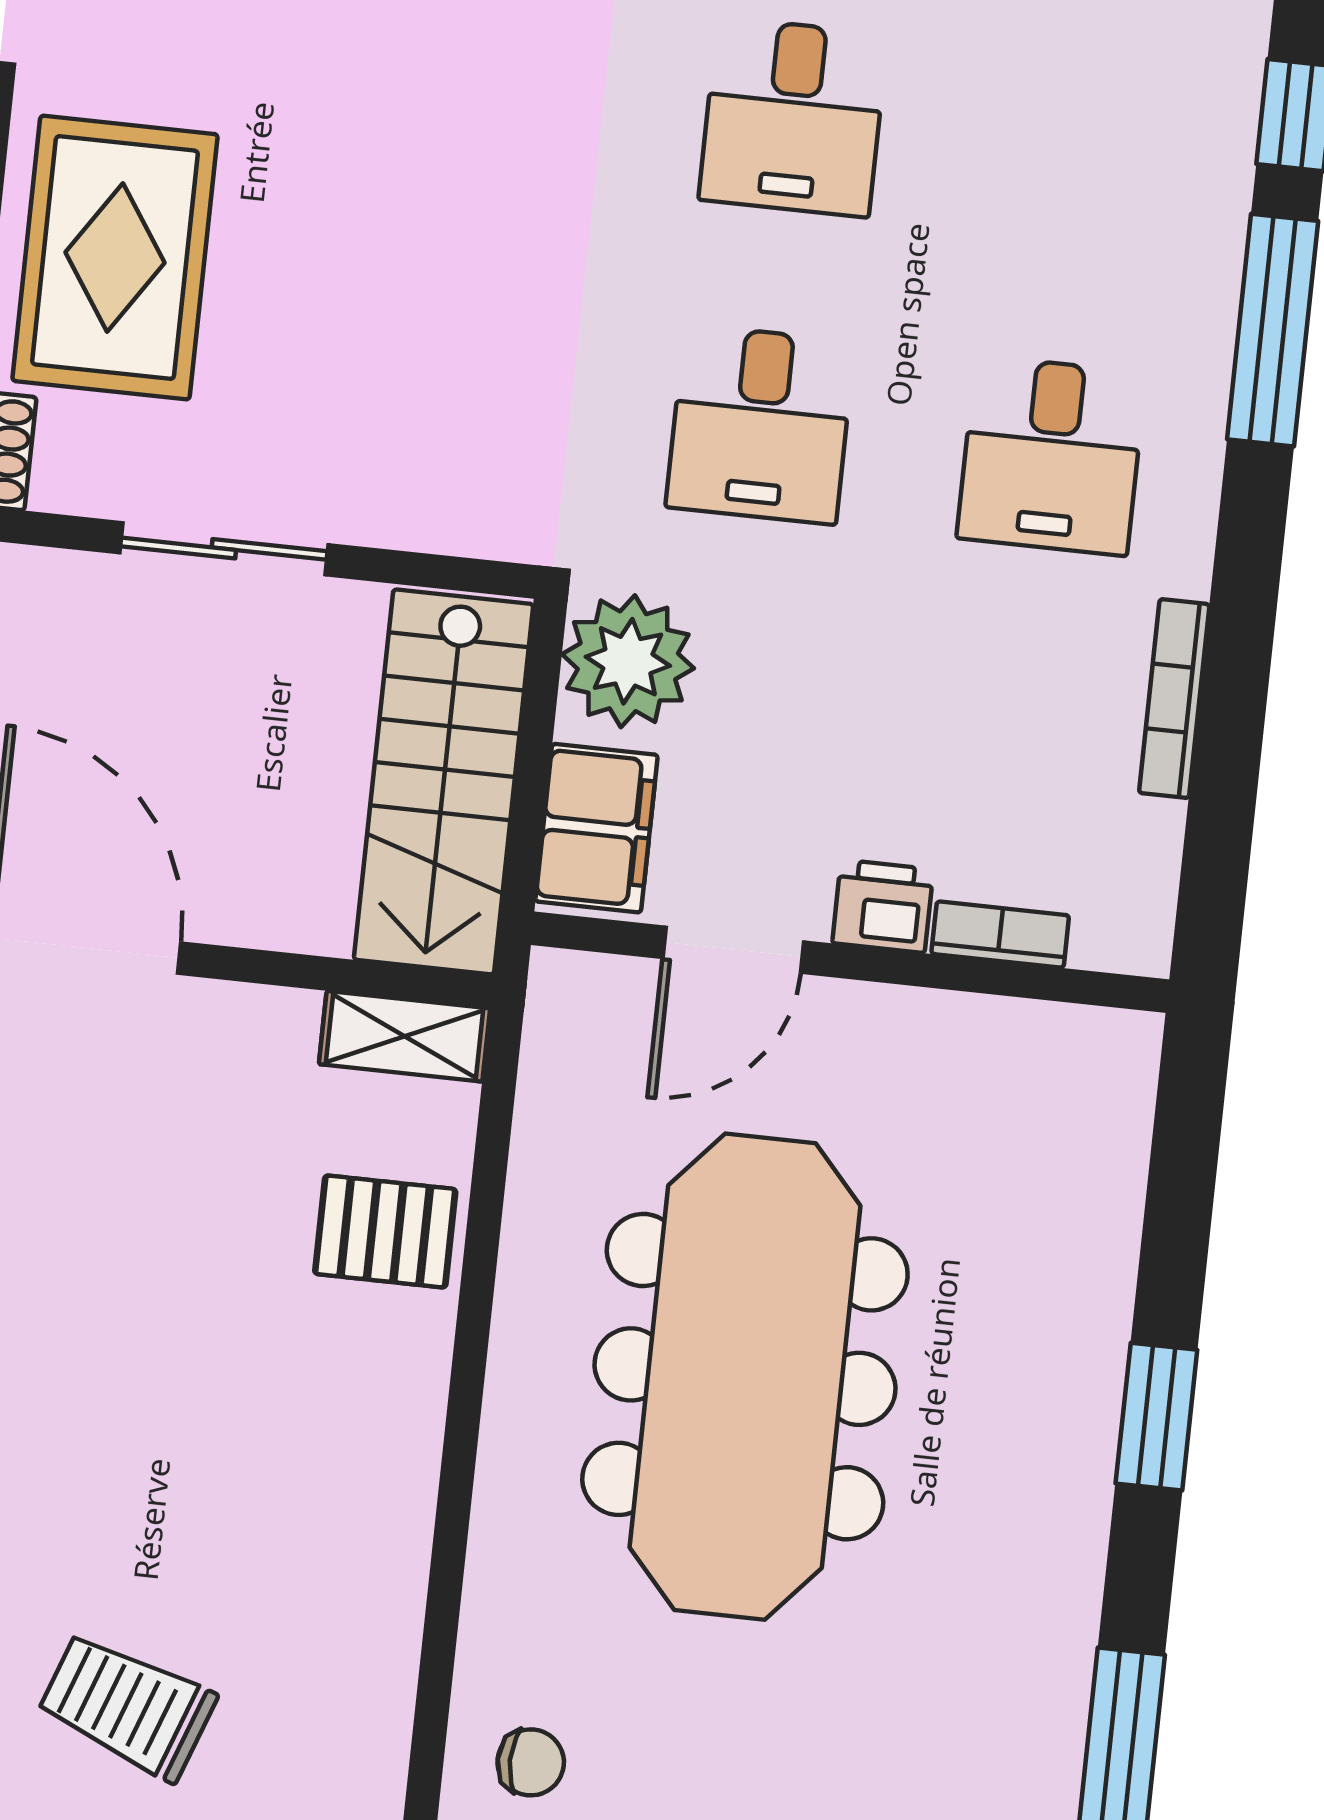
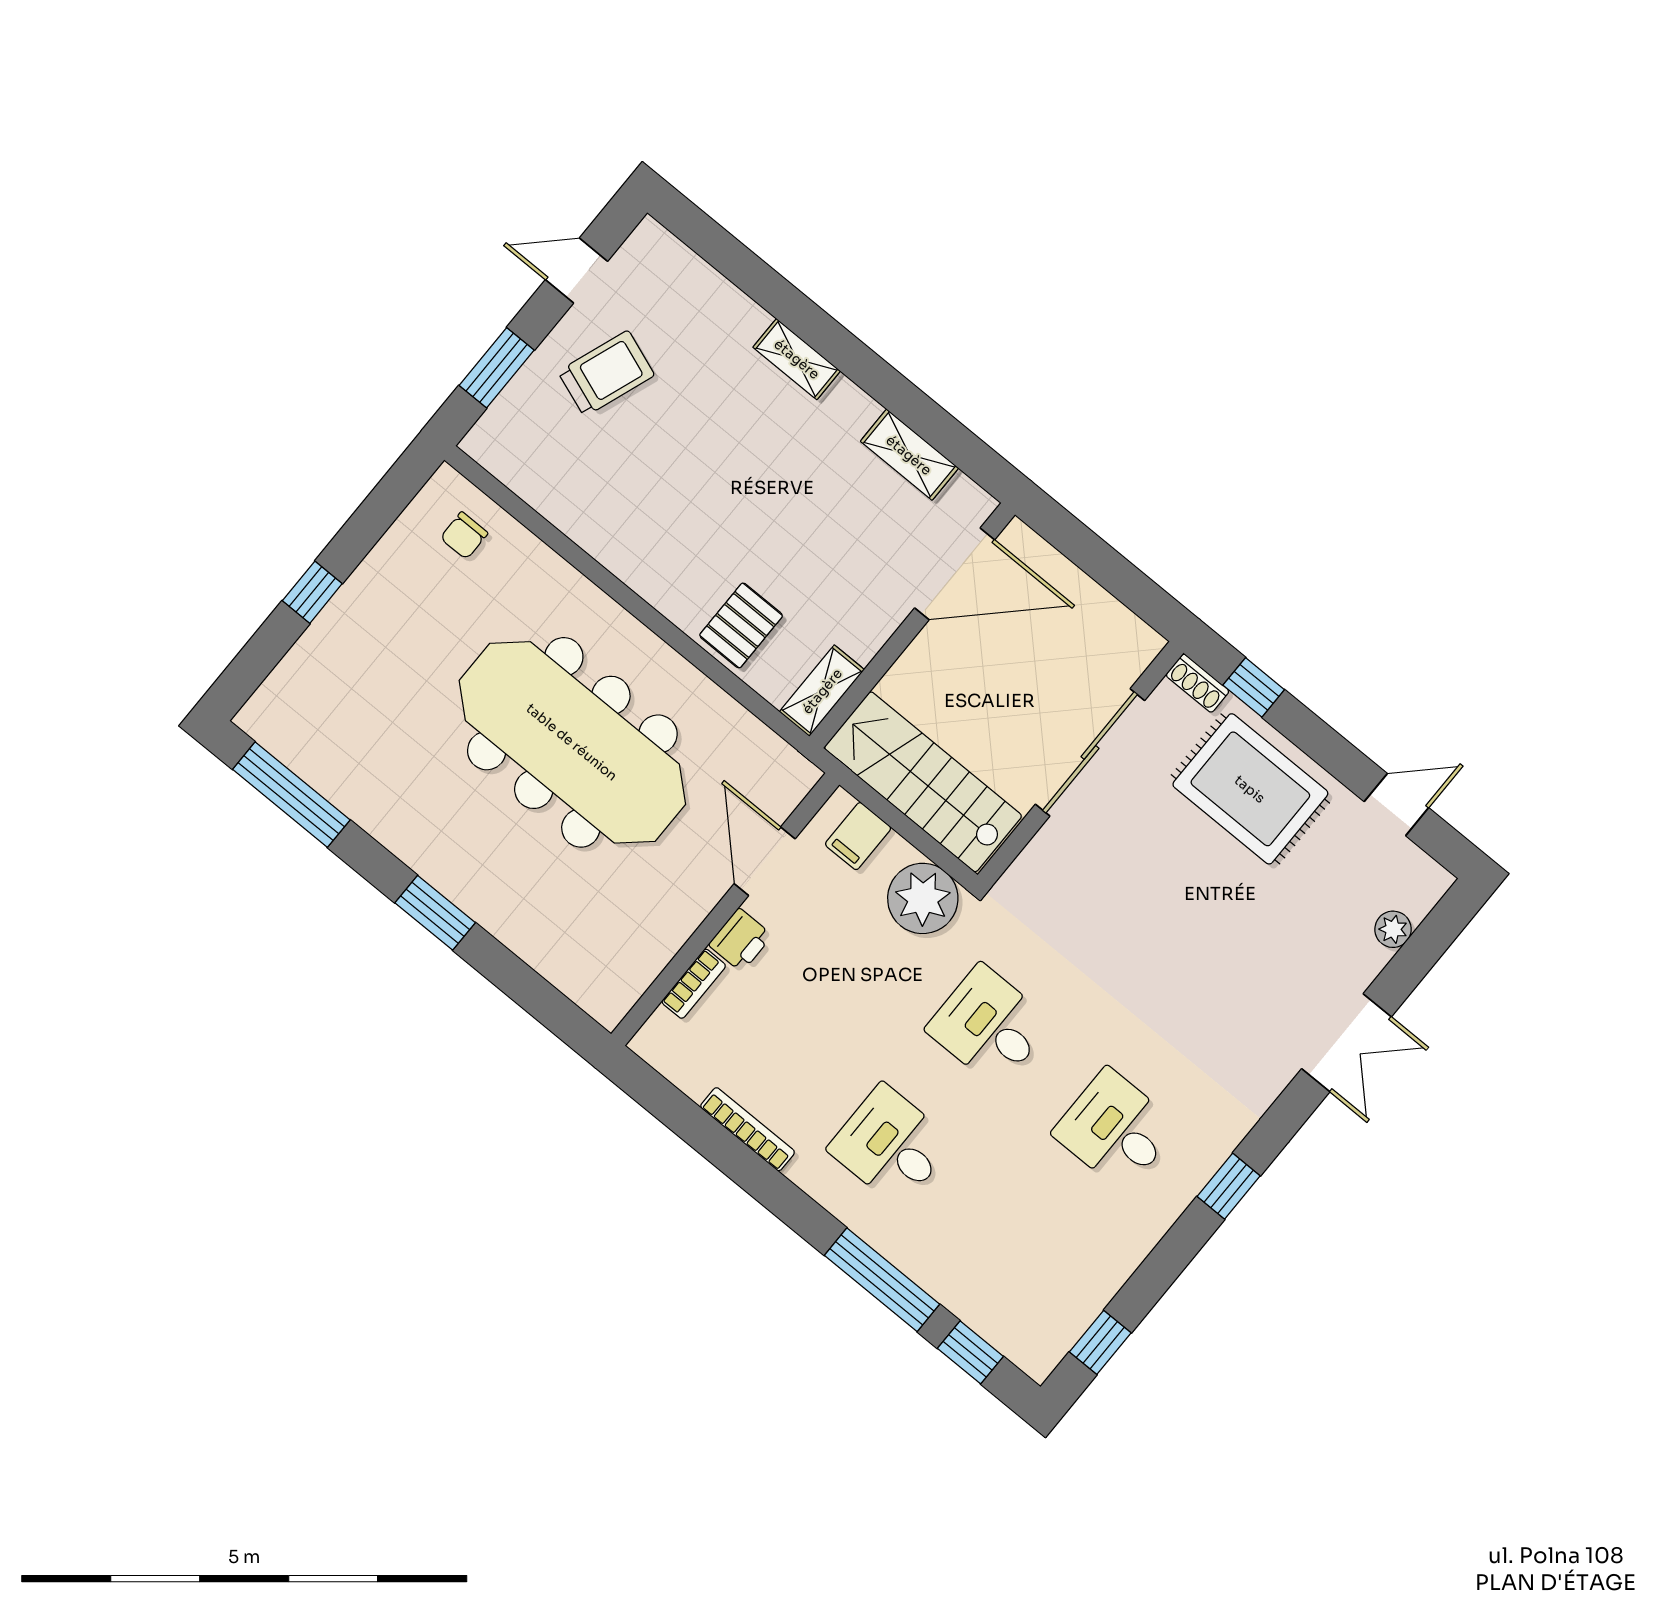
sliding door: (224, 549) -> (1090, 752), width x1.37
filing cabinet: (597, 828) -> (858, 836), width x0.50

